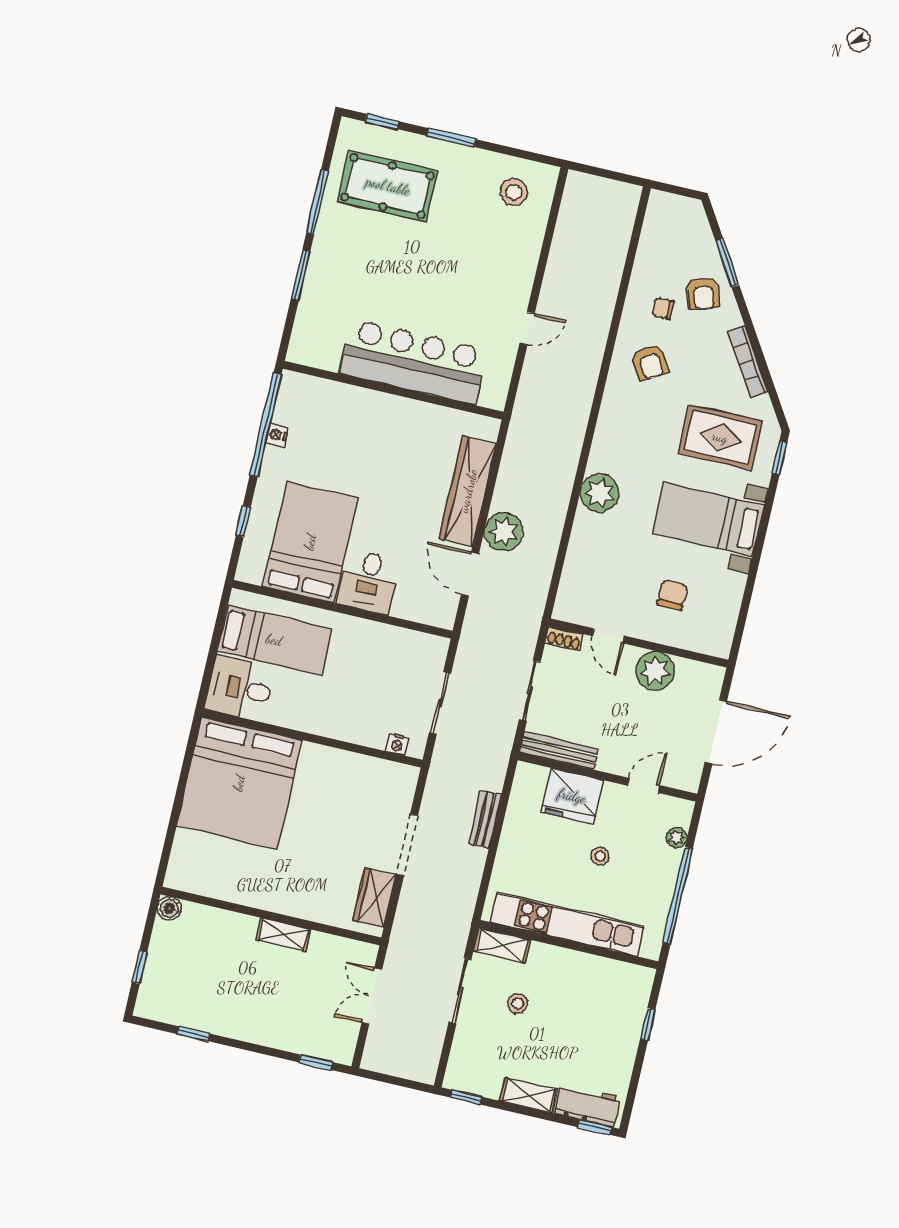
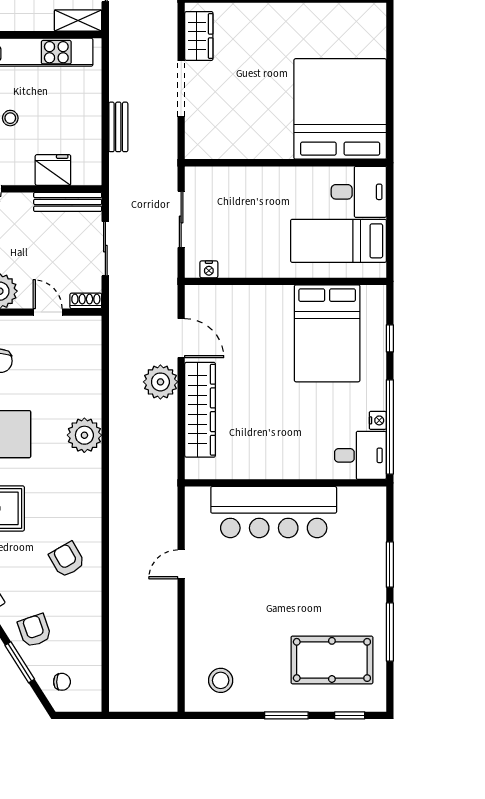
chair: (663, 308) -> (62, 682), moved
desk: (368, 582) -> (360, 455), moved, turned 90
nightstand: (397, 744) -> (209, 269), moved, turned 180
fridge: (572, 796) -> (53, 170), width x0.73, depth x0.75

